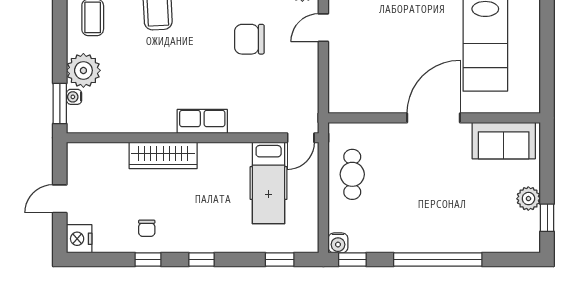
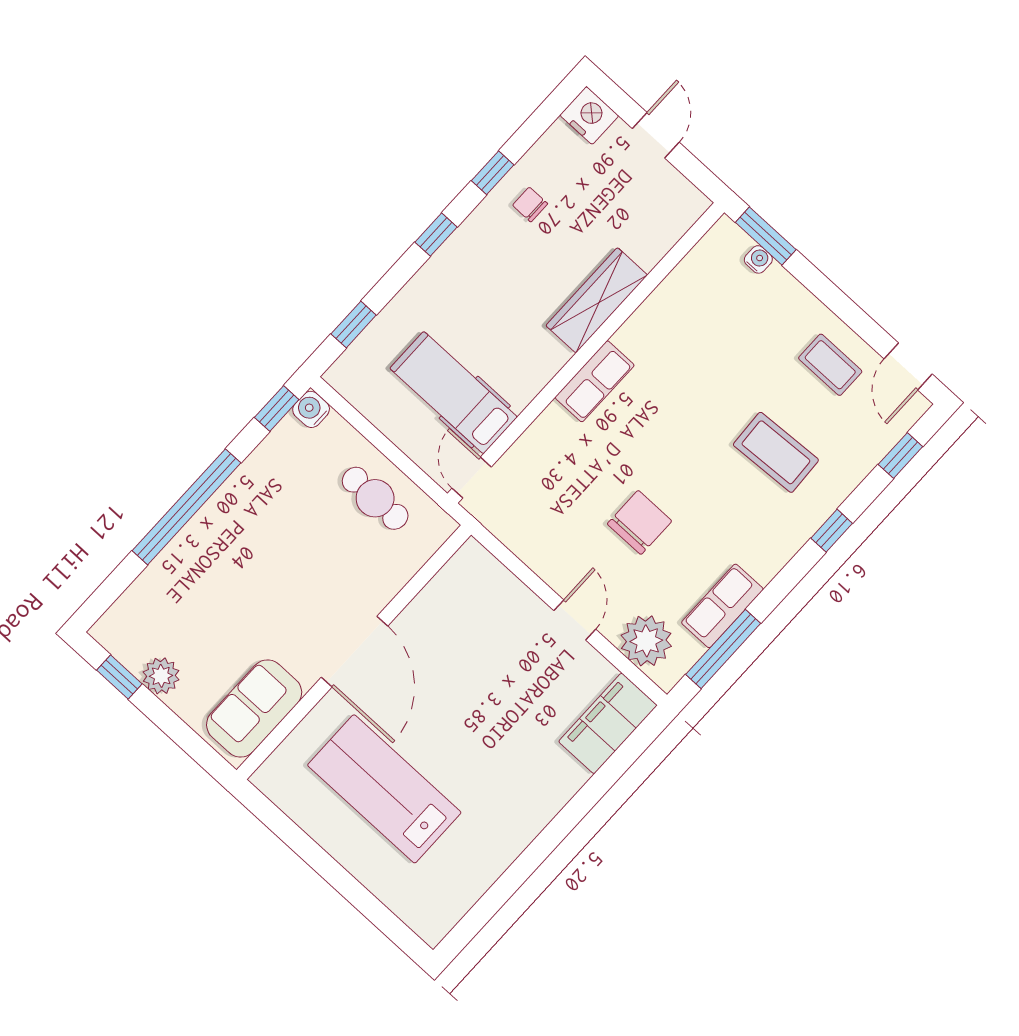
plant: (83, 70) -> (779, 298), removed

